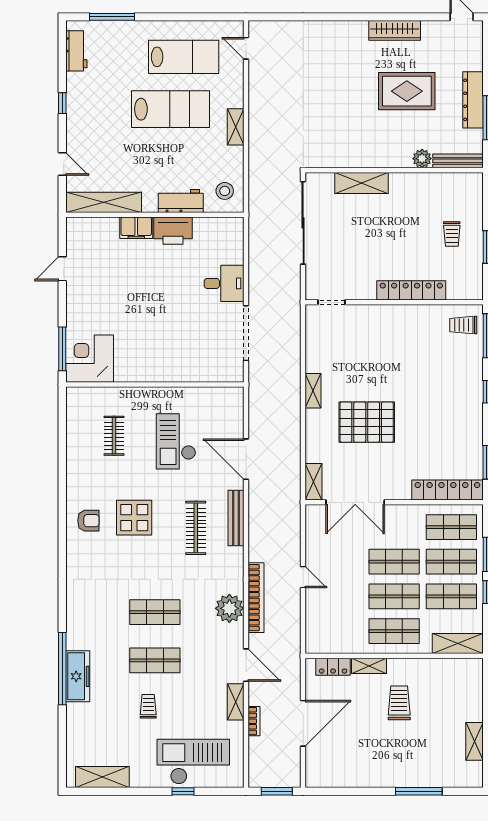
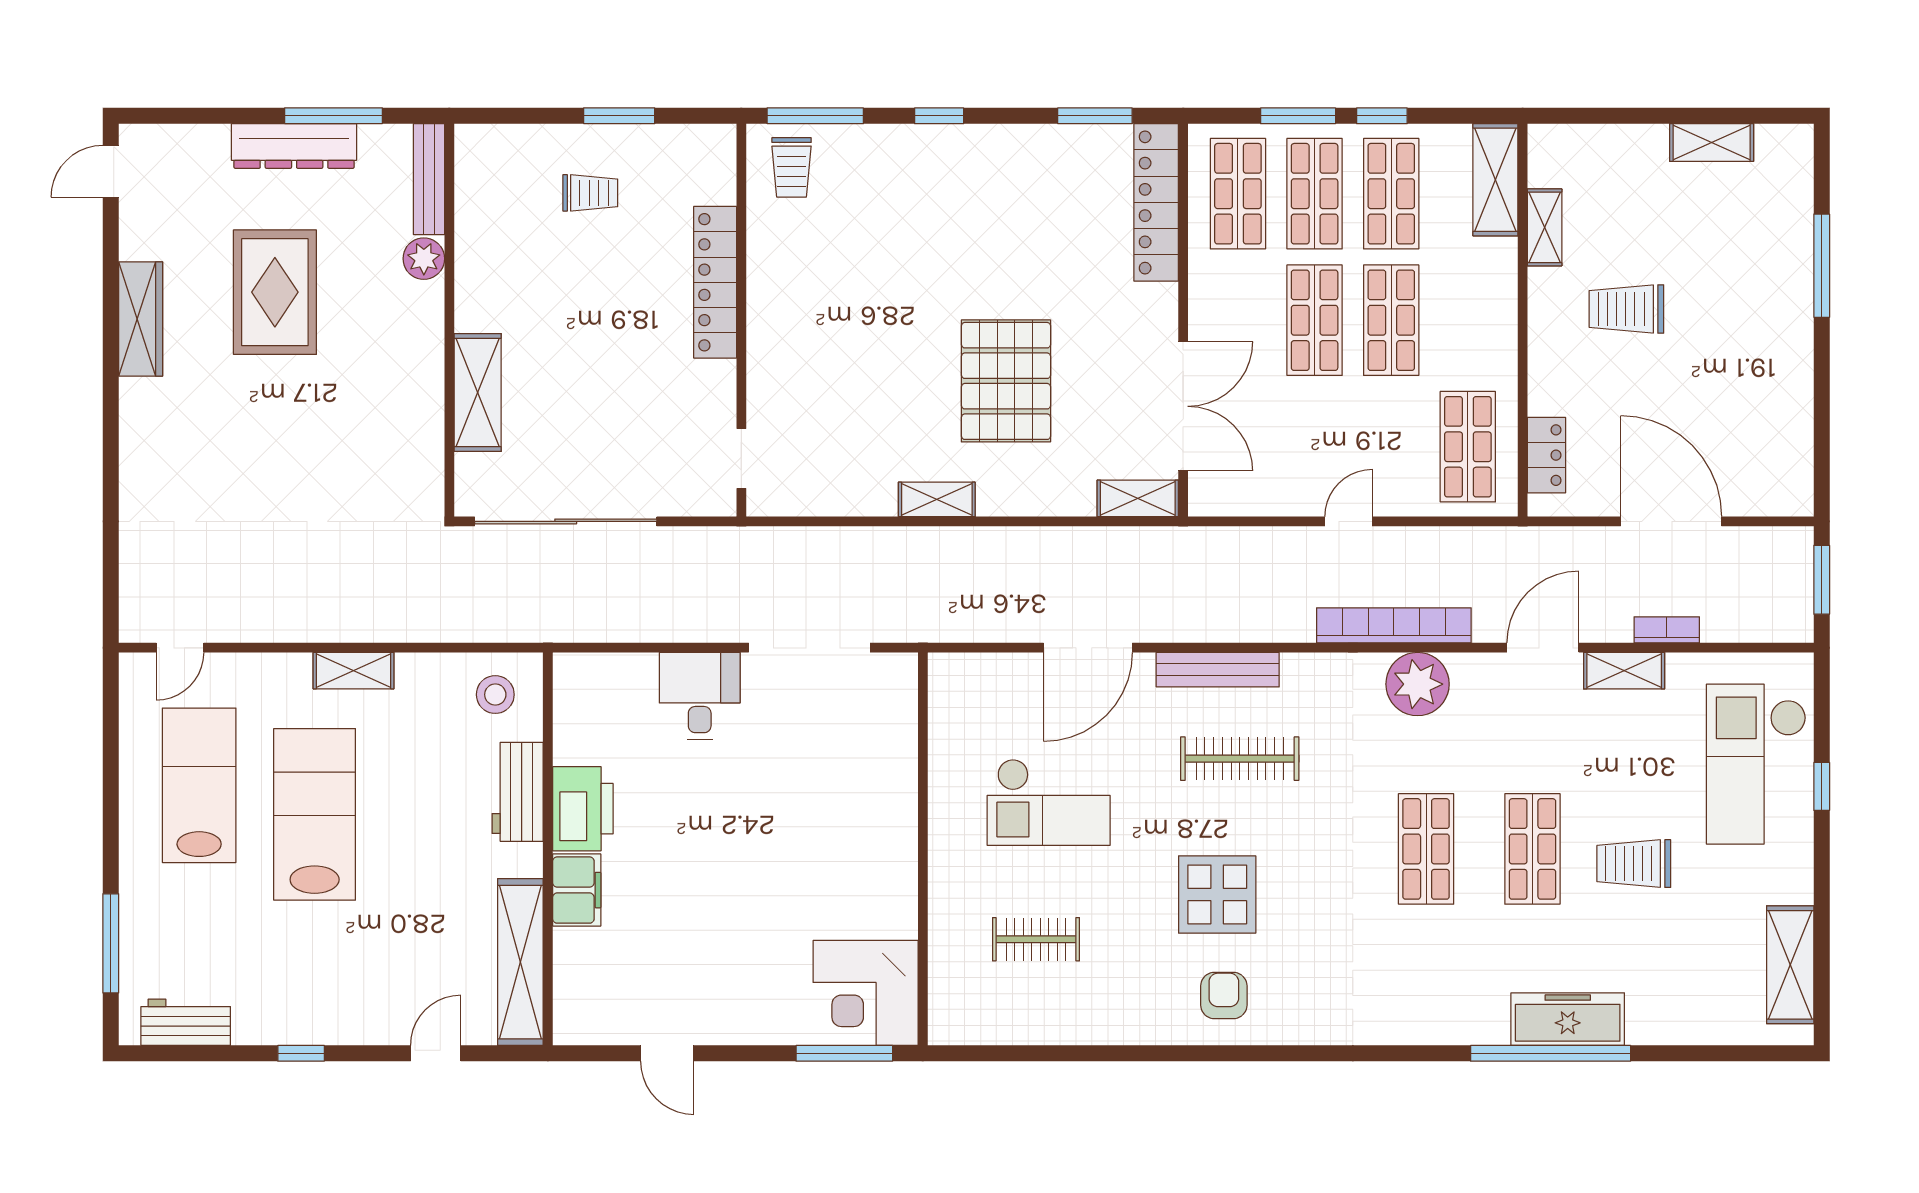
shop shelf: (394, 631) -> (1468, 447), moved
shelving: (369, 666) -> (1545, 227), moved
trolley: (148, 706) -> (1634, 864), width x1.36, depth x1.39

